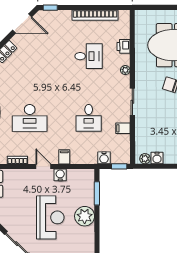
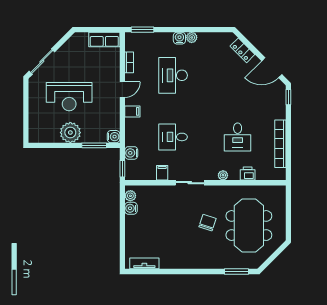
door: (22, 23) -> (272, 68), hinge flipped
water cooler: (60, 175) -> (114, 137), moved

